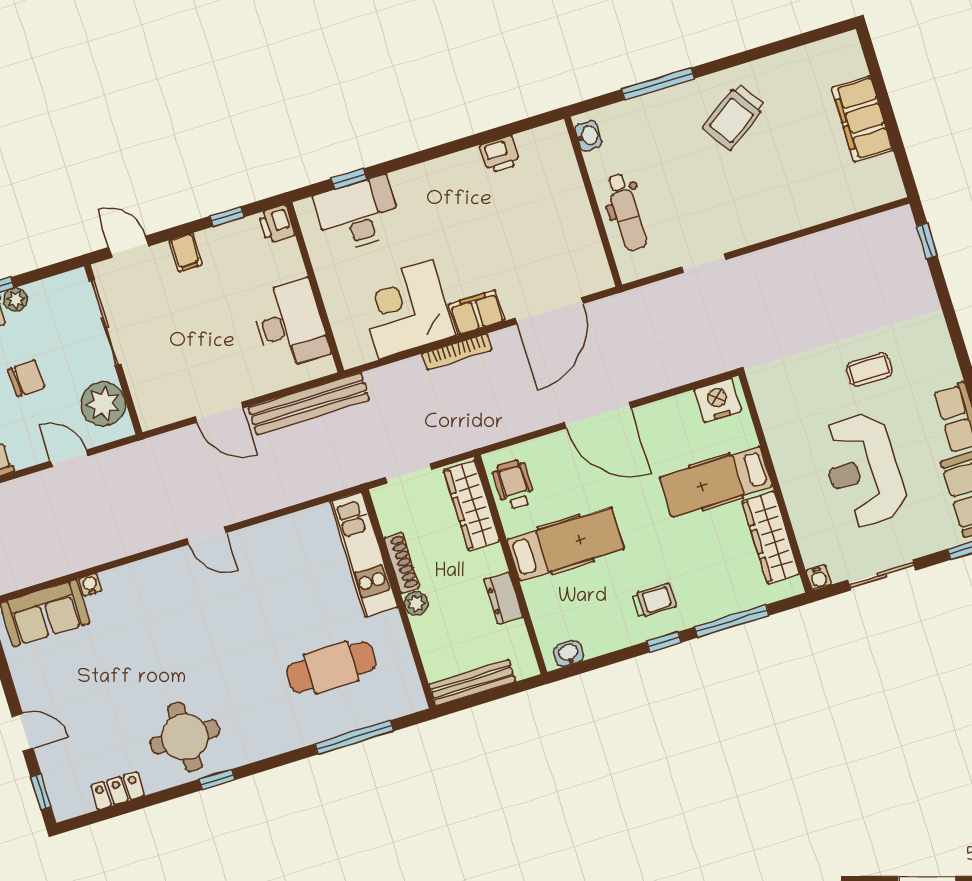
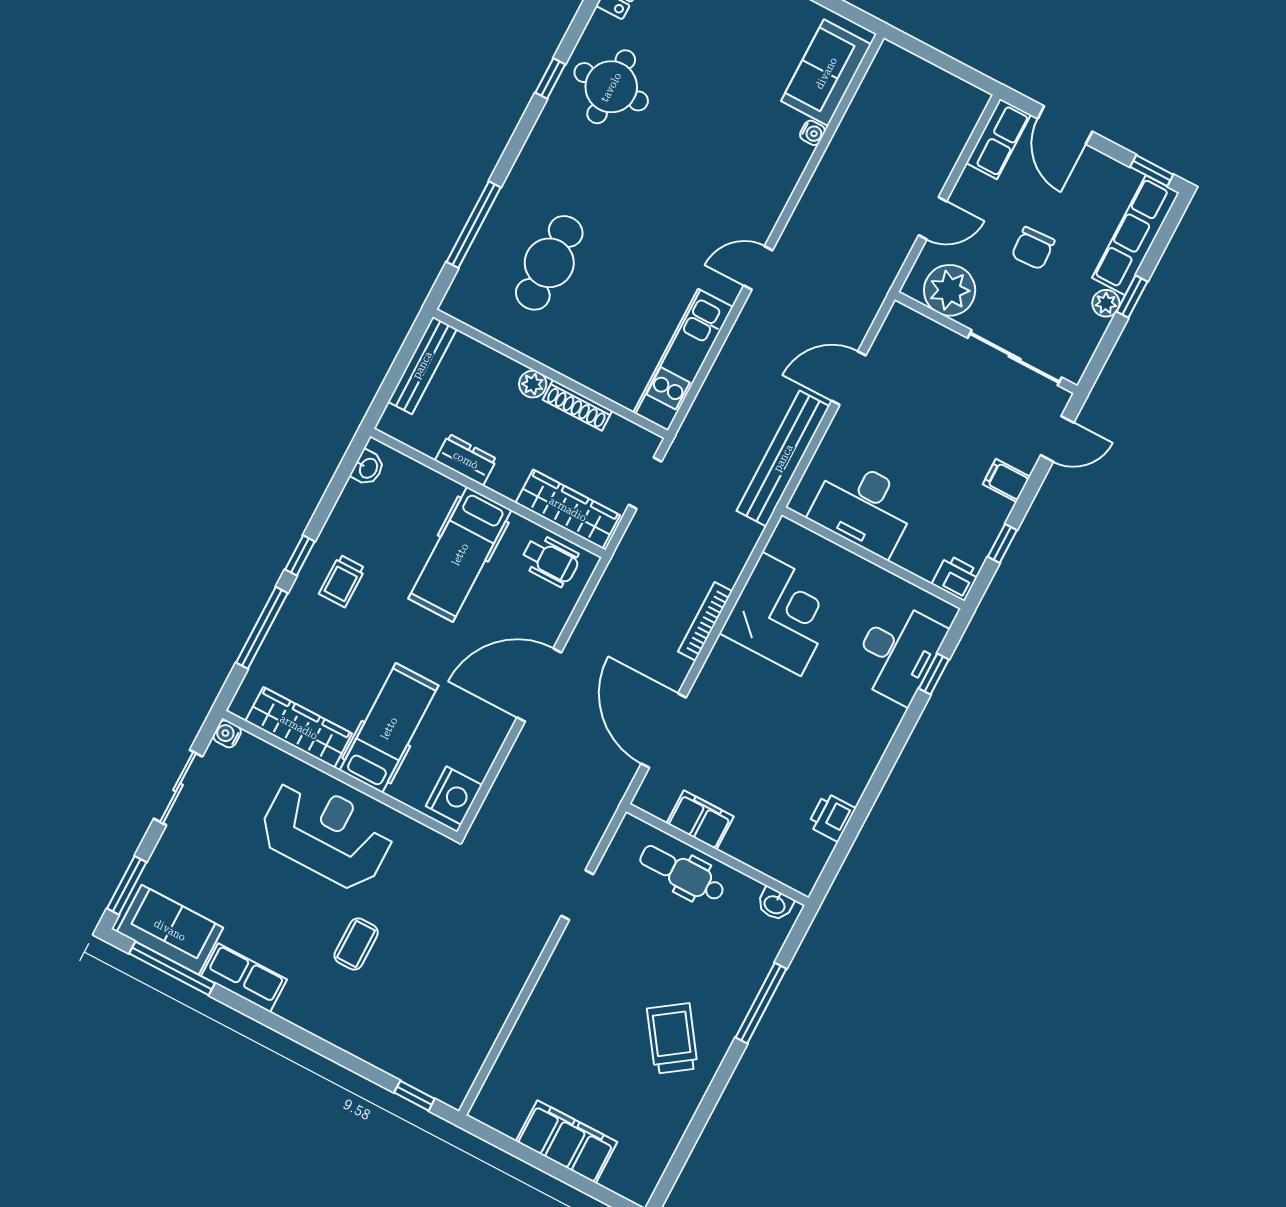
filing cabinet: (476, 312) -> (700, 820), moved, turned -90
reception desk: (863, 470) -> (326, 834), moved
kitchen unit: (364, 554) -> (683, 360), moved, turned -90

